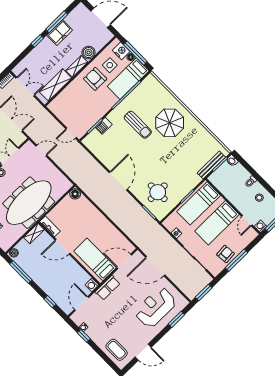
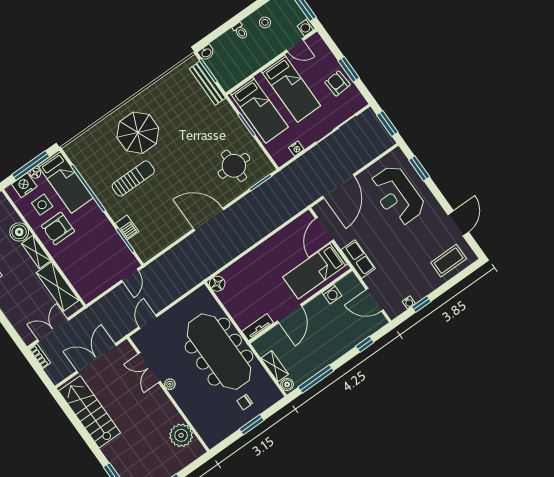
shelving: (34, 234) -> (275, 366), moved
window: (236, 260) -> (349, 69), width x0.69
washing machine: (92, 285) -> (332, 294), moved

